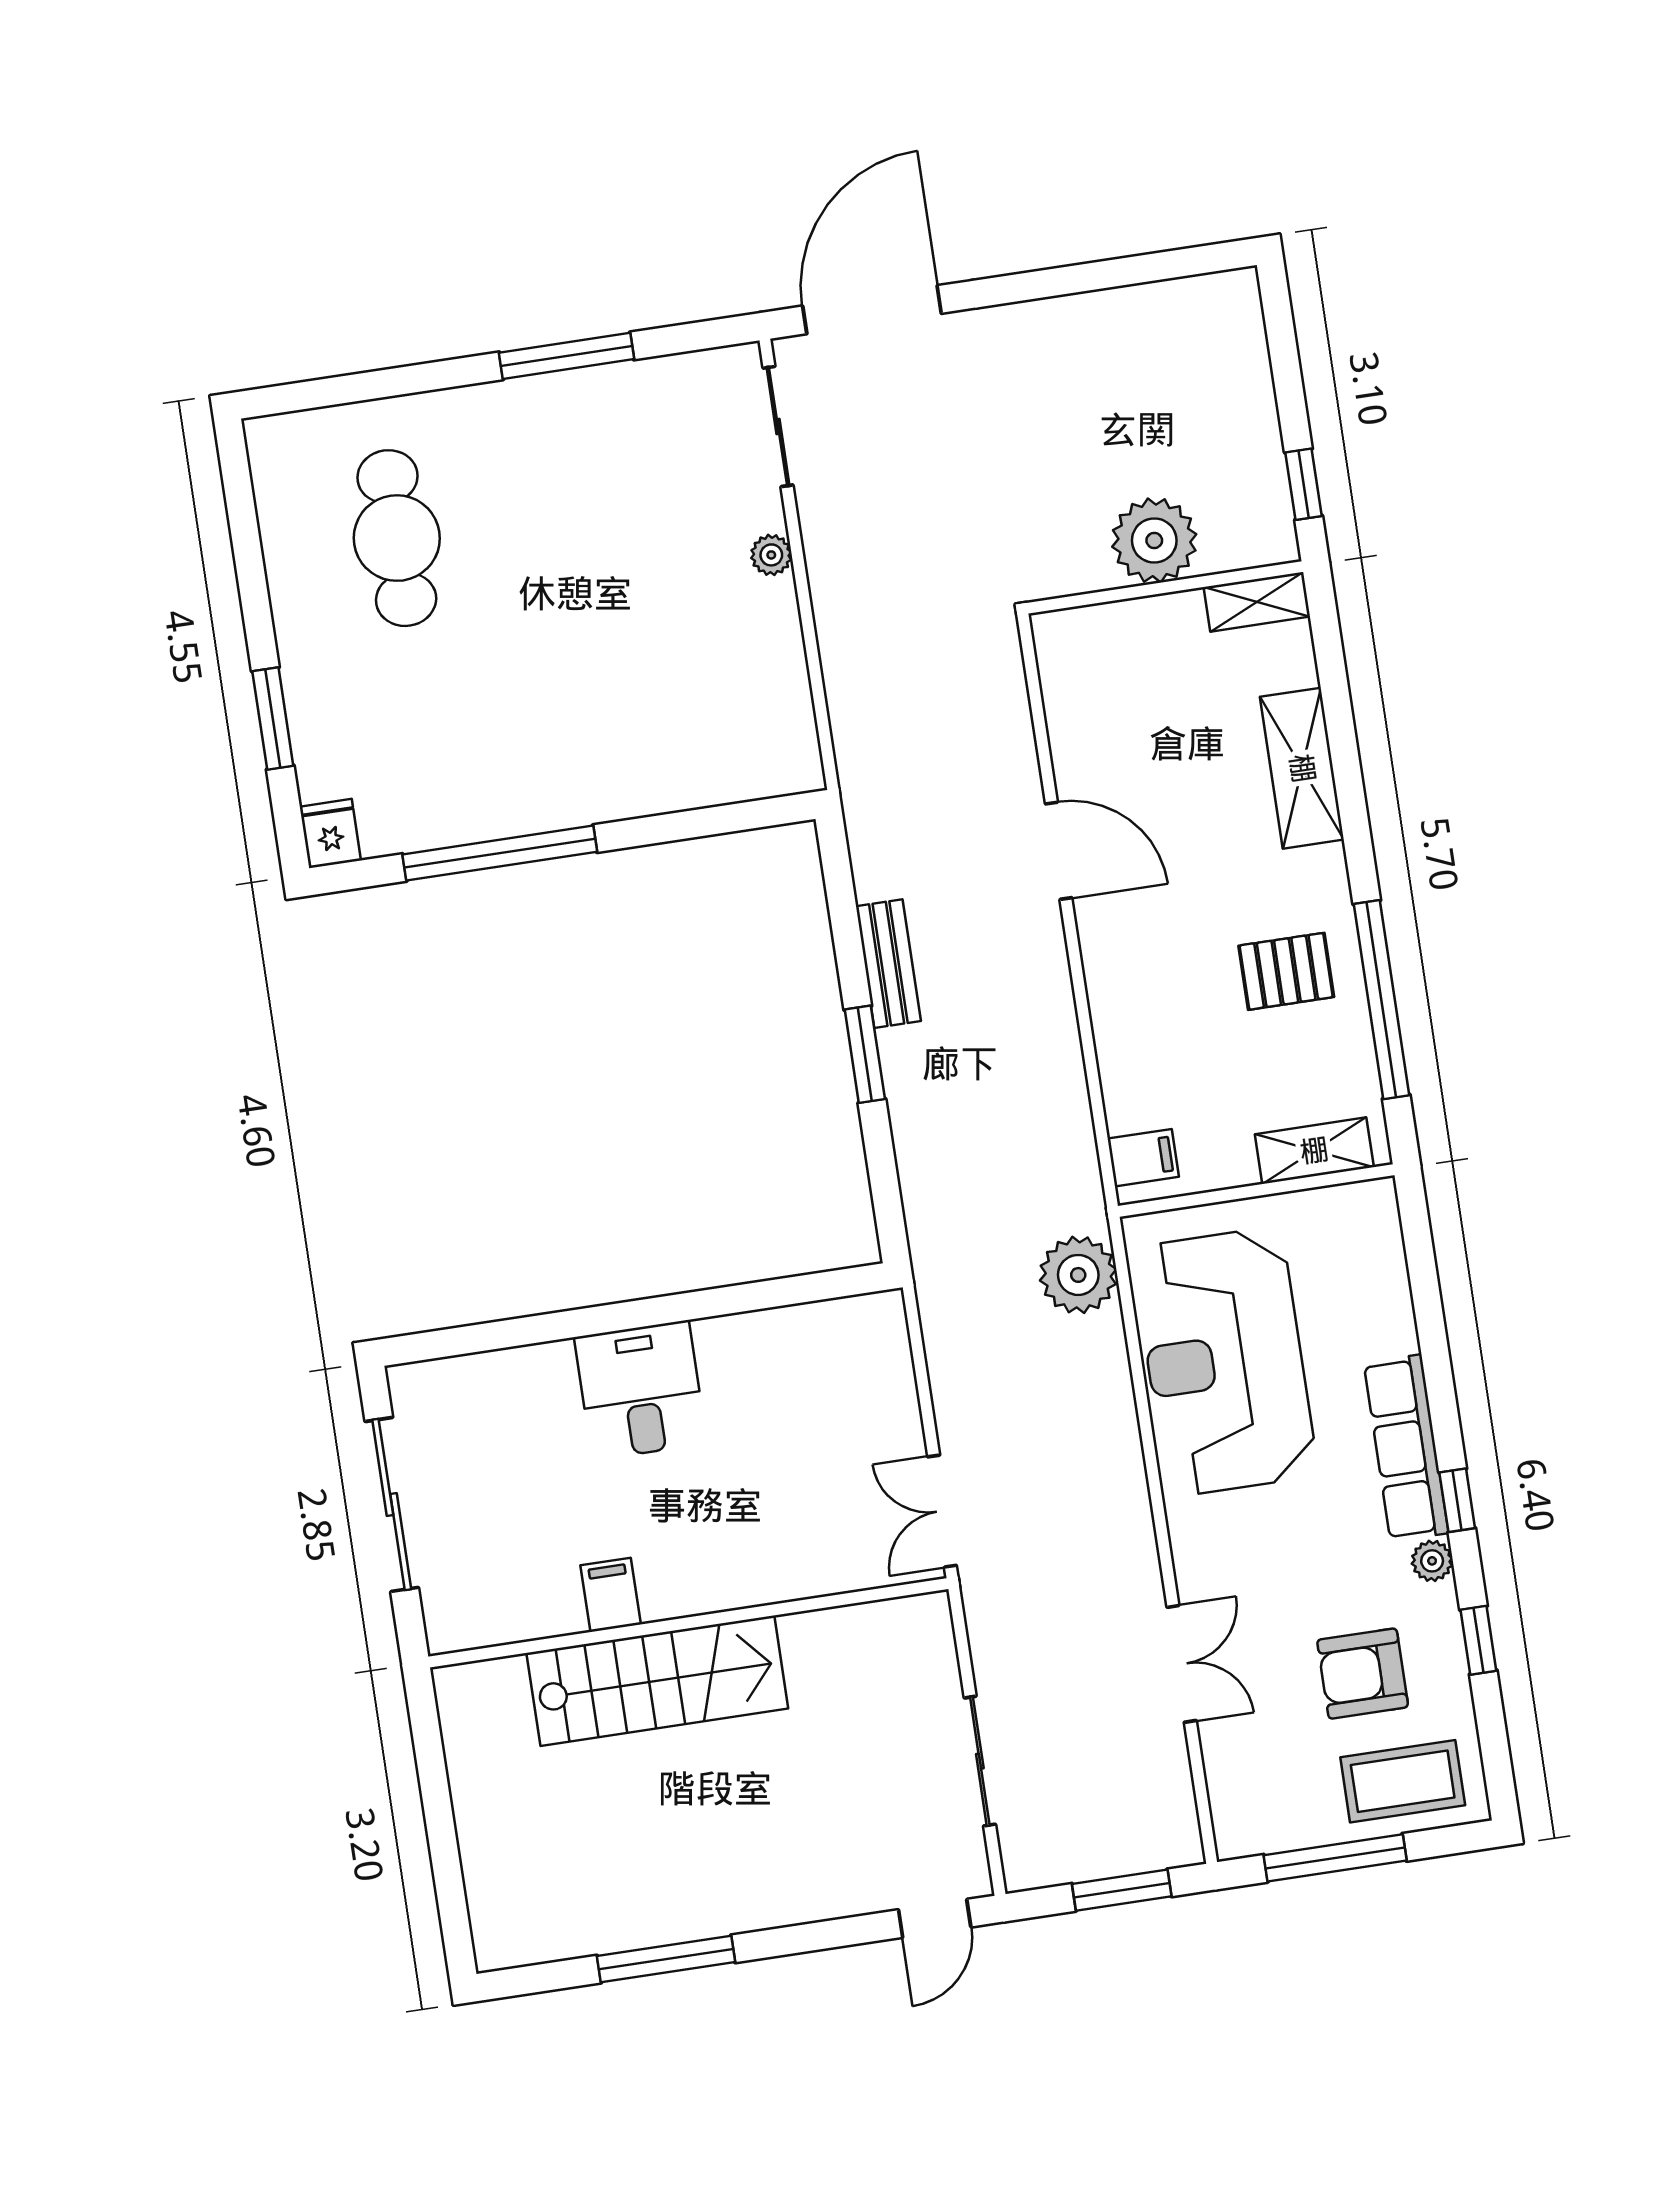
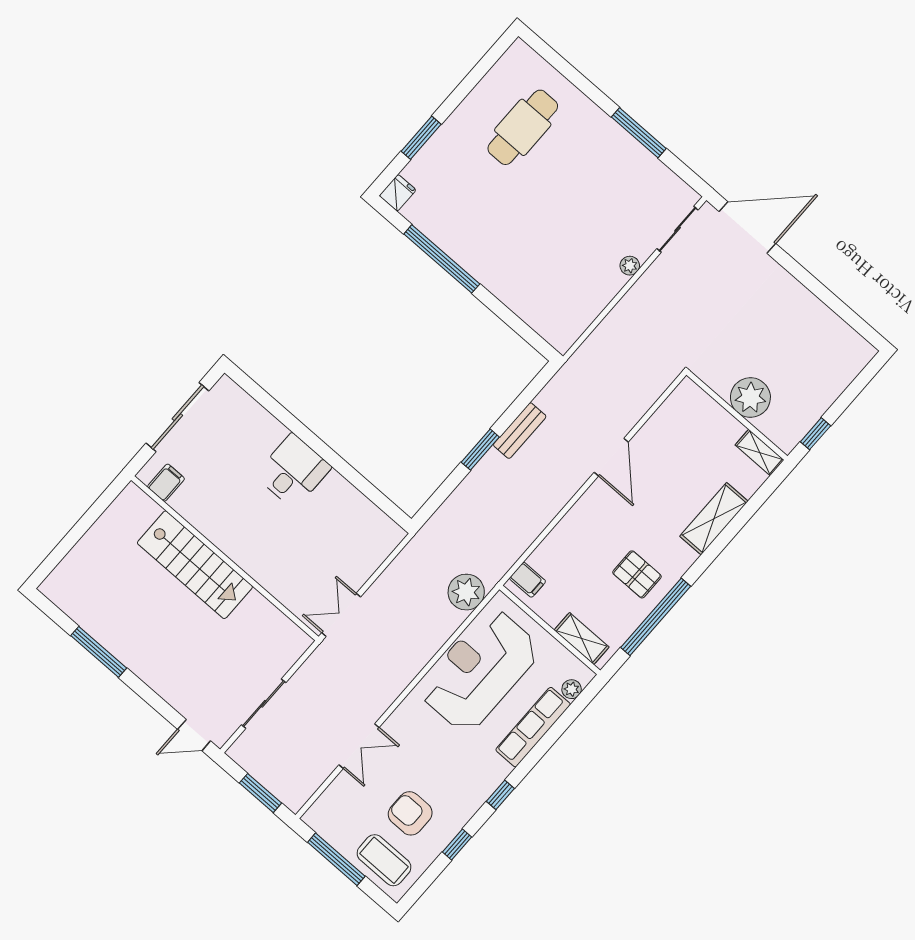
row of seats: (1406, 1448) -> (533, 727), moved
plant: (1432, 1561) -> (572, 689), moved
filing cabinet: (611, 1595) -> (166, 483), moved

